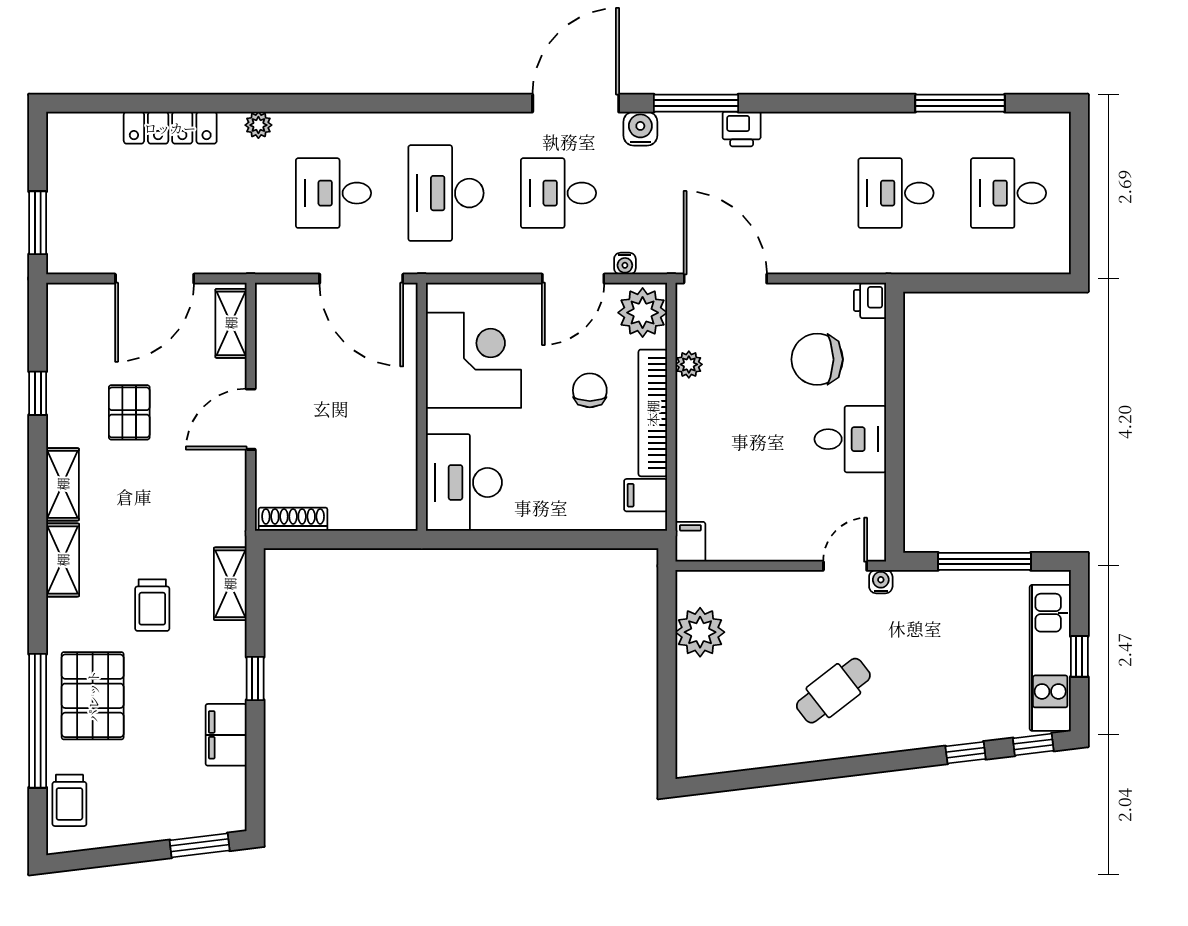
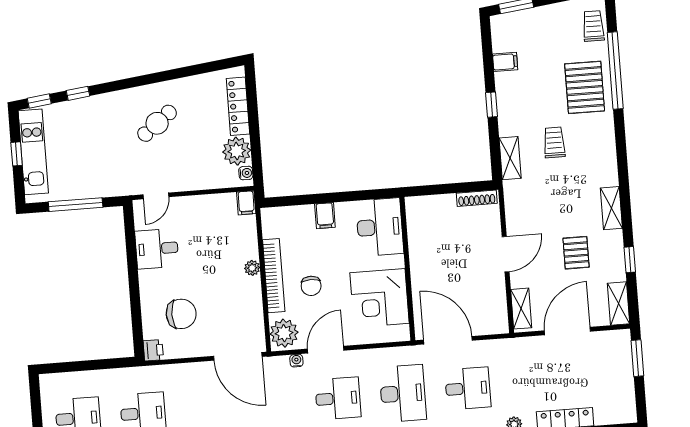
plant: (689, 364) -> (252, 268), moved
desk: (850, 439) -> (157, 249), moved
filing cabinet: (646, 495) -> (325, 216), moved, turned 90
shelving: (63, 560) -> (619, 303), moved
water cooler: (881, 582) -> (246, 173), moved, turned -90
locker: (692, 709) -> (238, 106), added
filing cabinet: (226, 735) -> (505, 62), width x0.50

